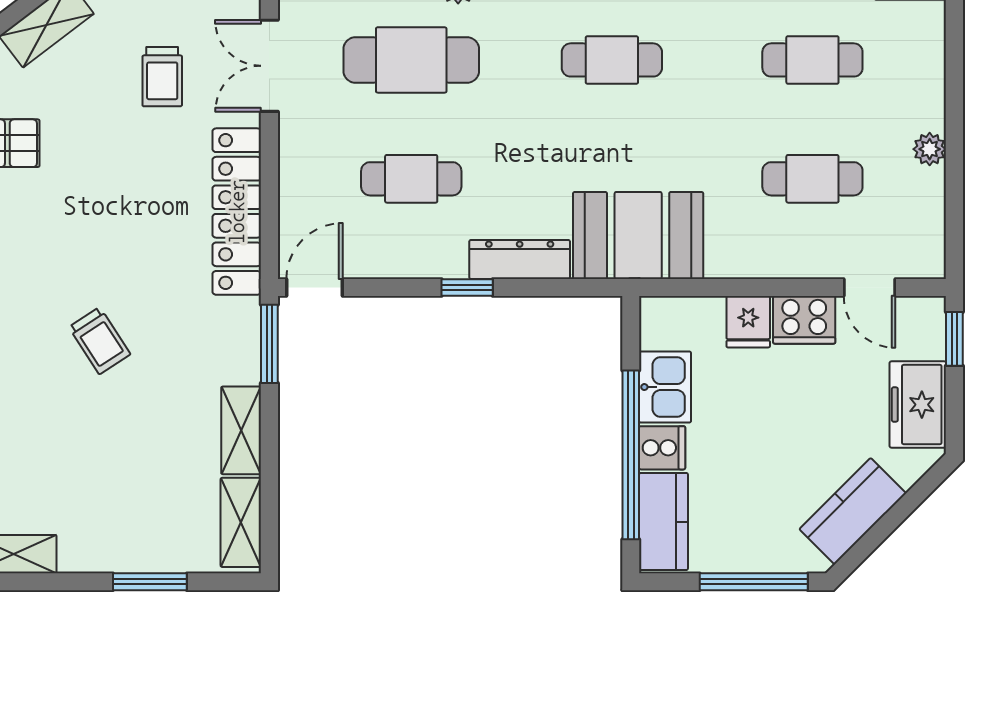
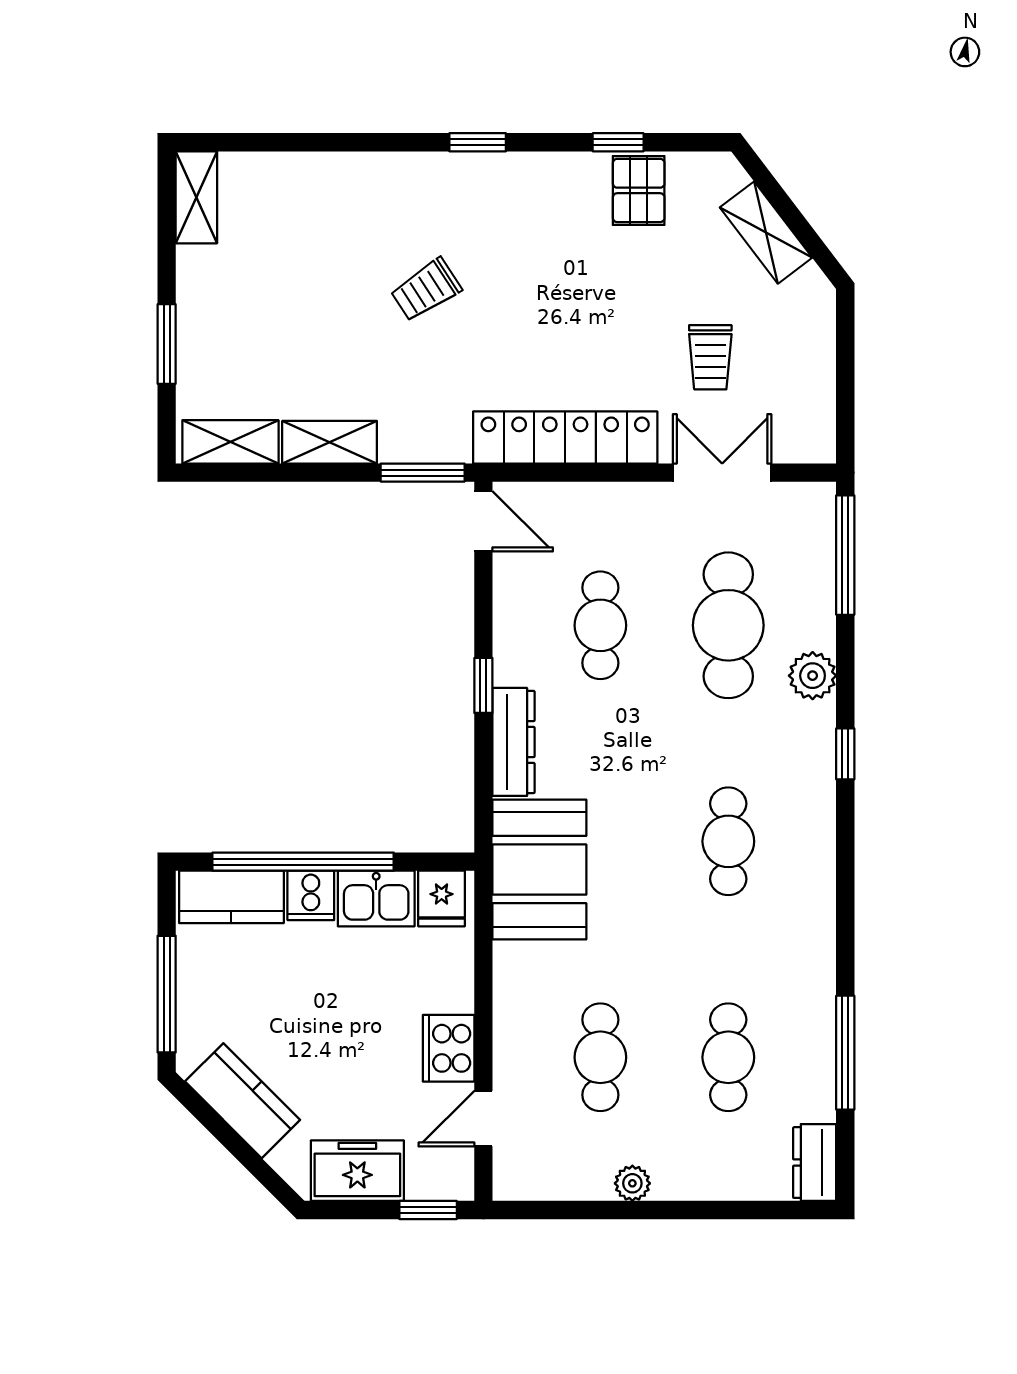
trolley: (162, 77) -> (710, 357), turned -90
fridge: (748, 322) -> (442, 898), moved, turned -90

